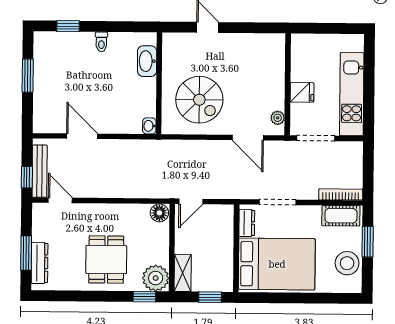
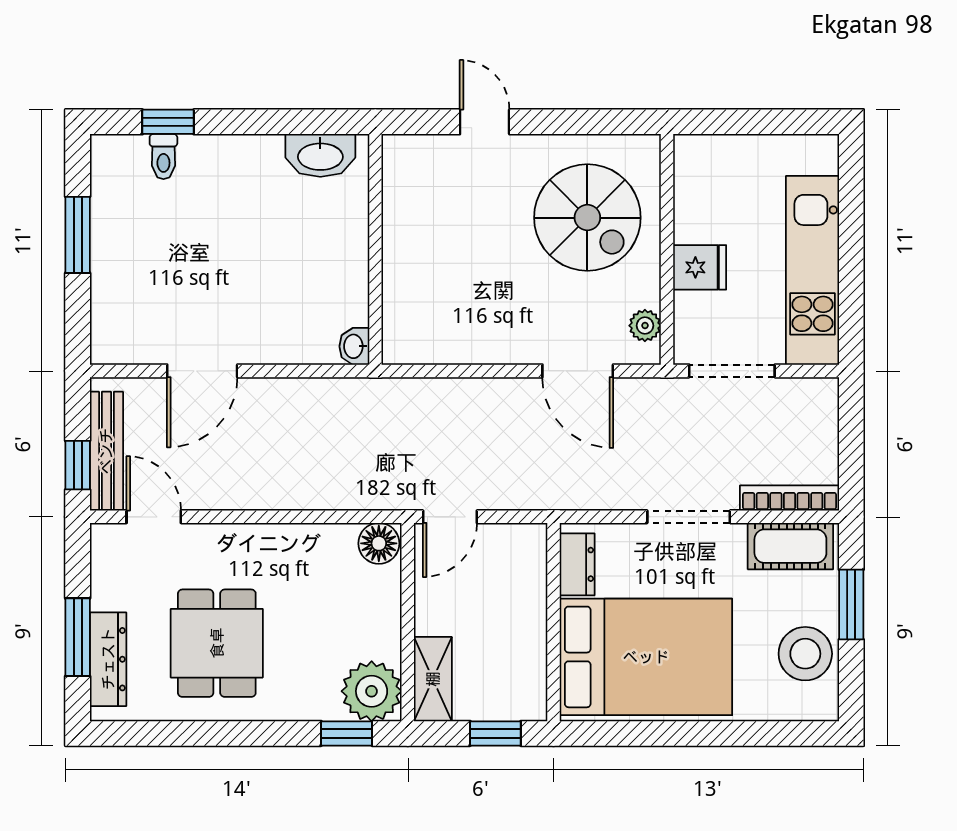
toilet: (101, 42) -> (163, 157), moved
washbasin: (147, 61) -> (320, 155), moved, turned -90
spiral stairs: (199, 100) -> (587, 218), moved
door: (82, 136) -> (202, 371), swing flipped
doorway: (277, 202) -> (689, 517), moved
dining table: (106, 260) -> (217, 643), moved

